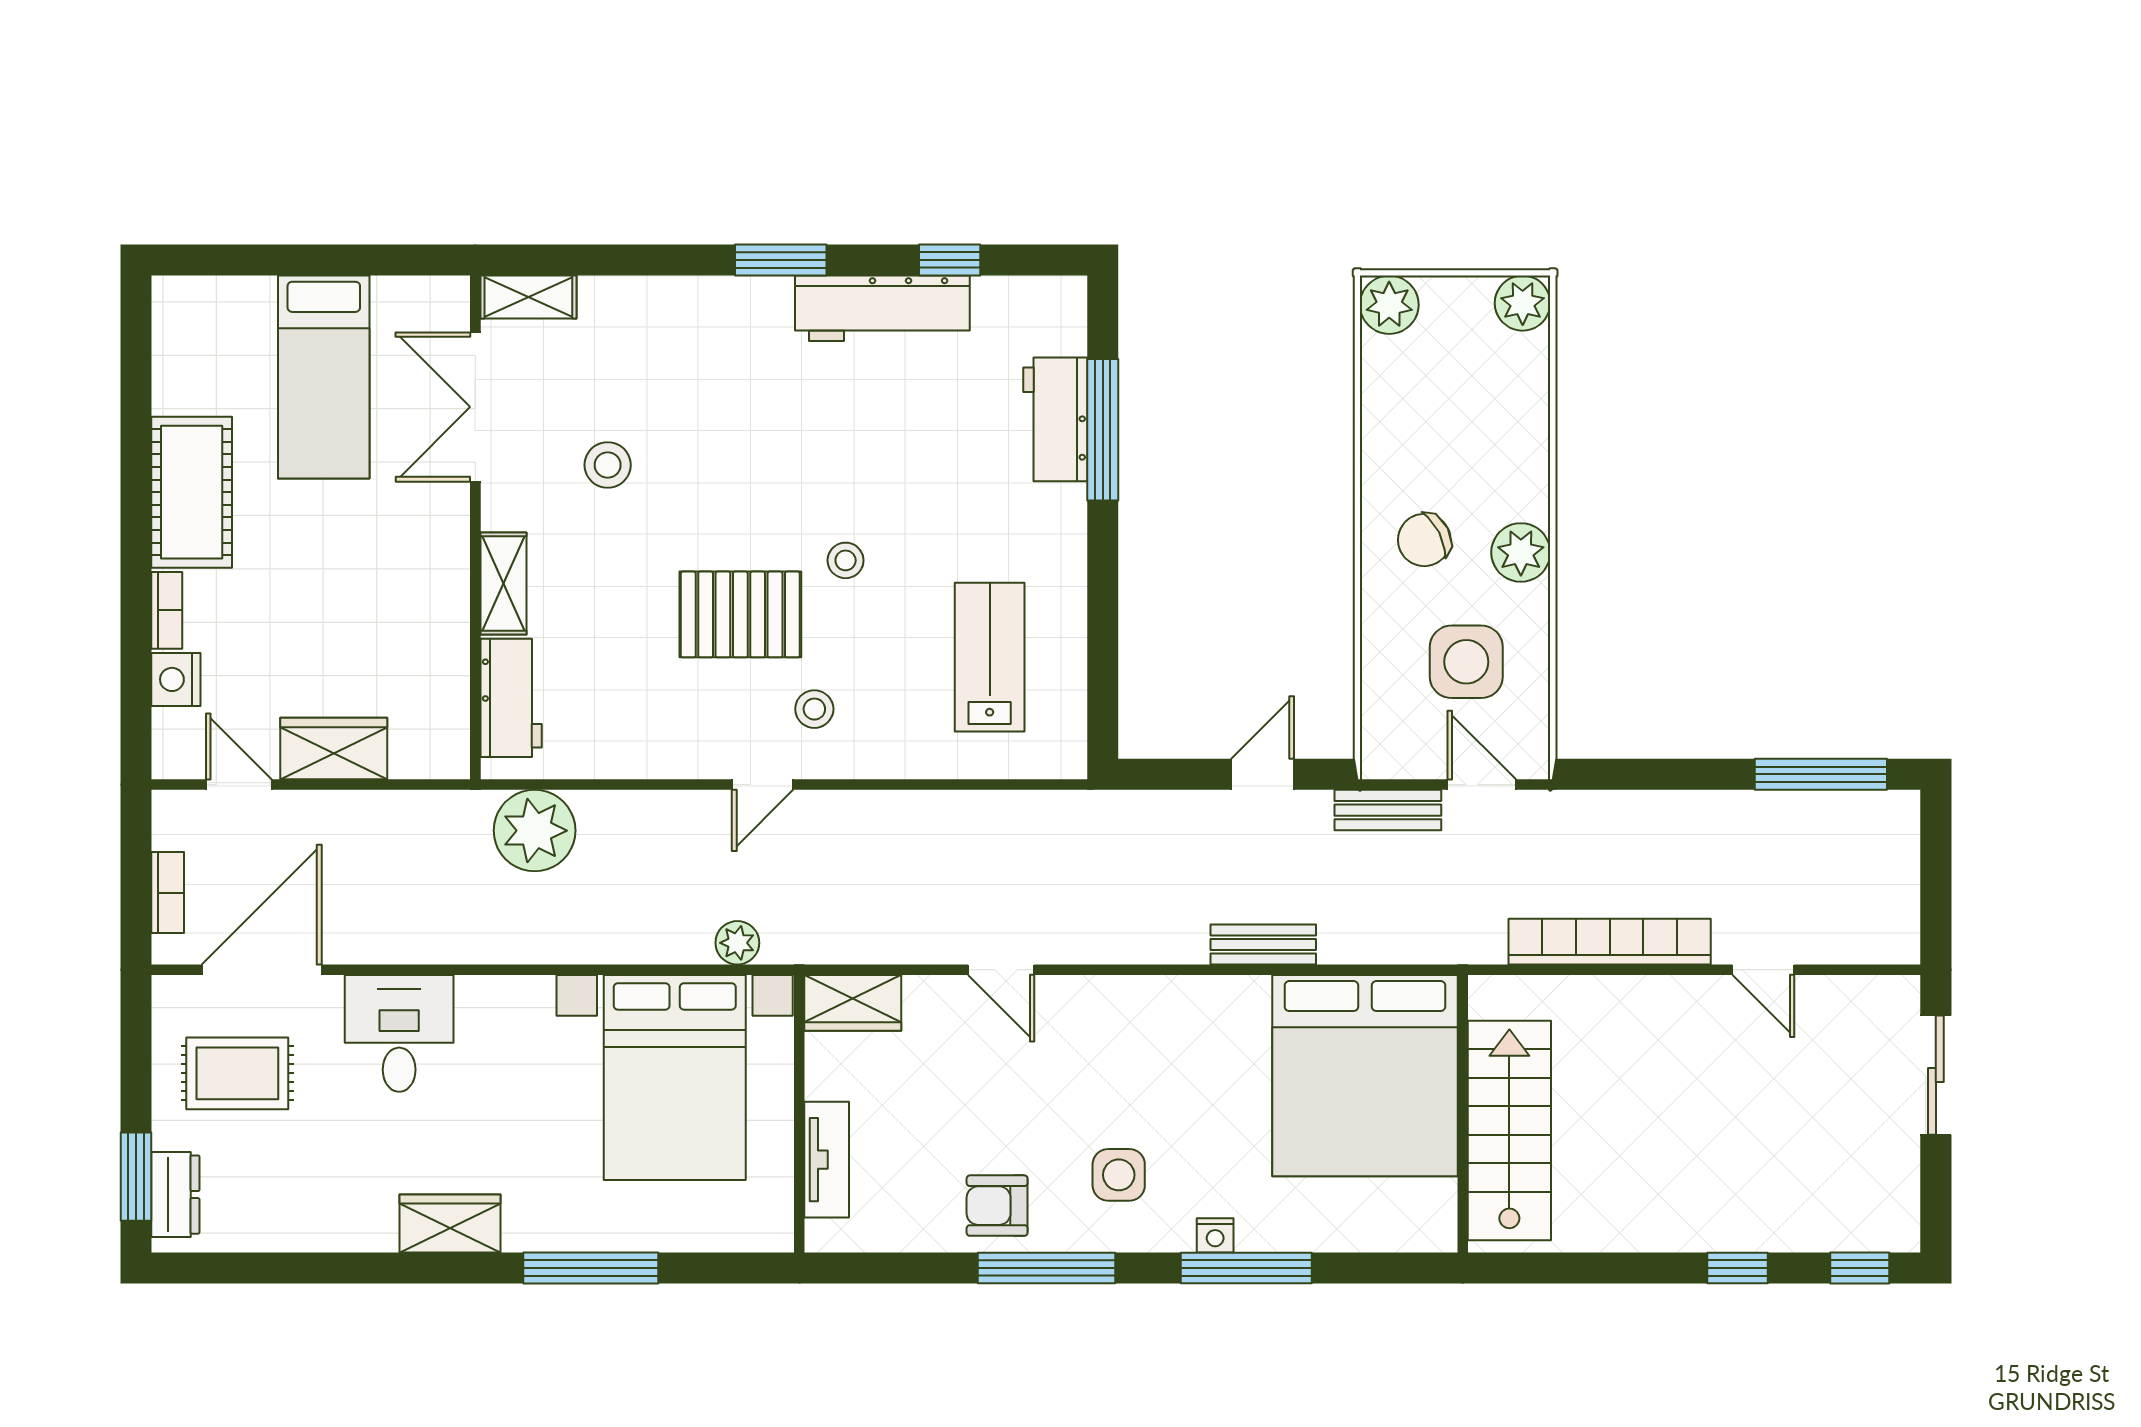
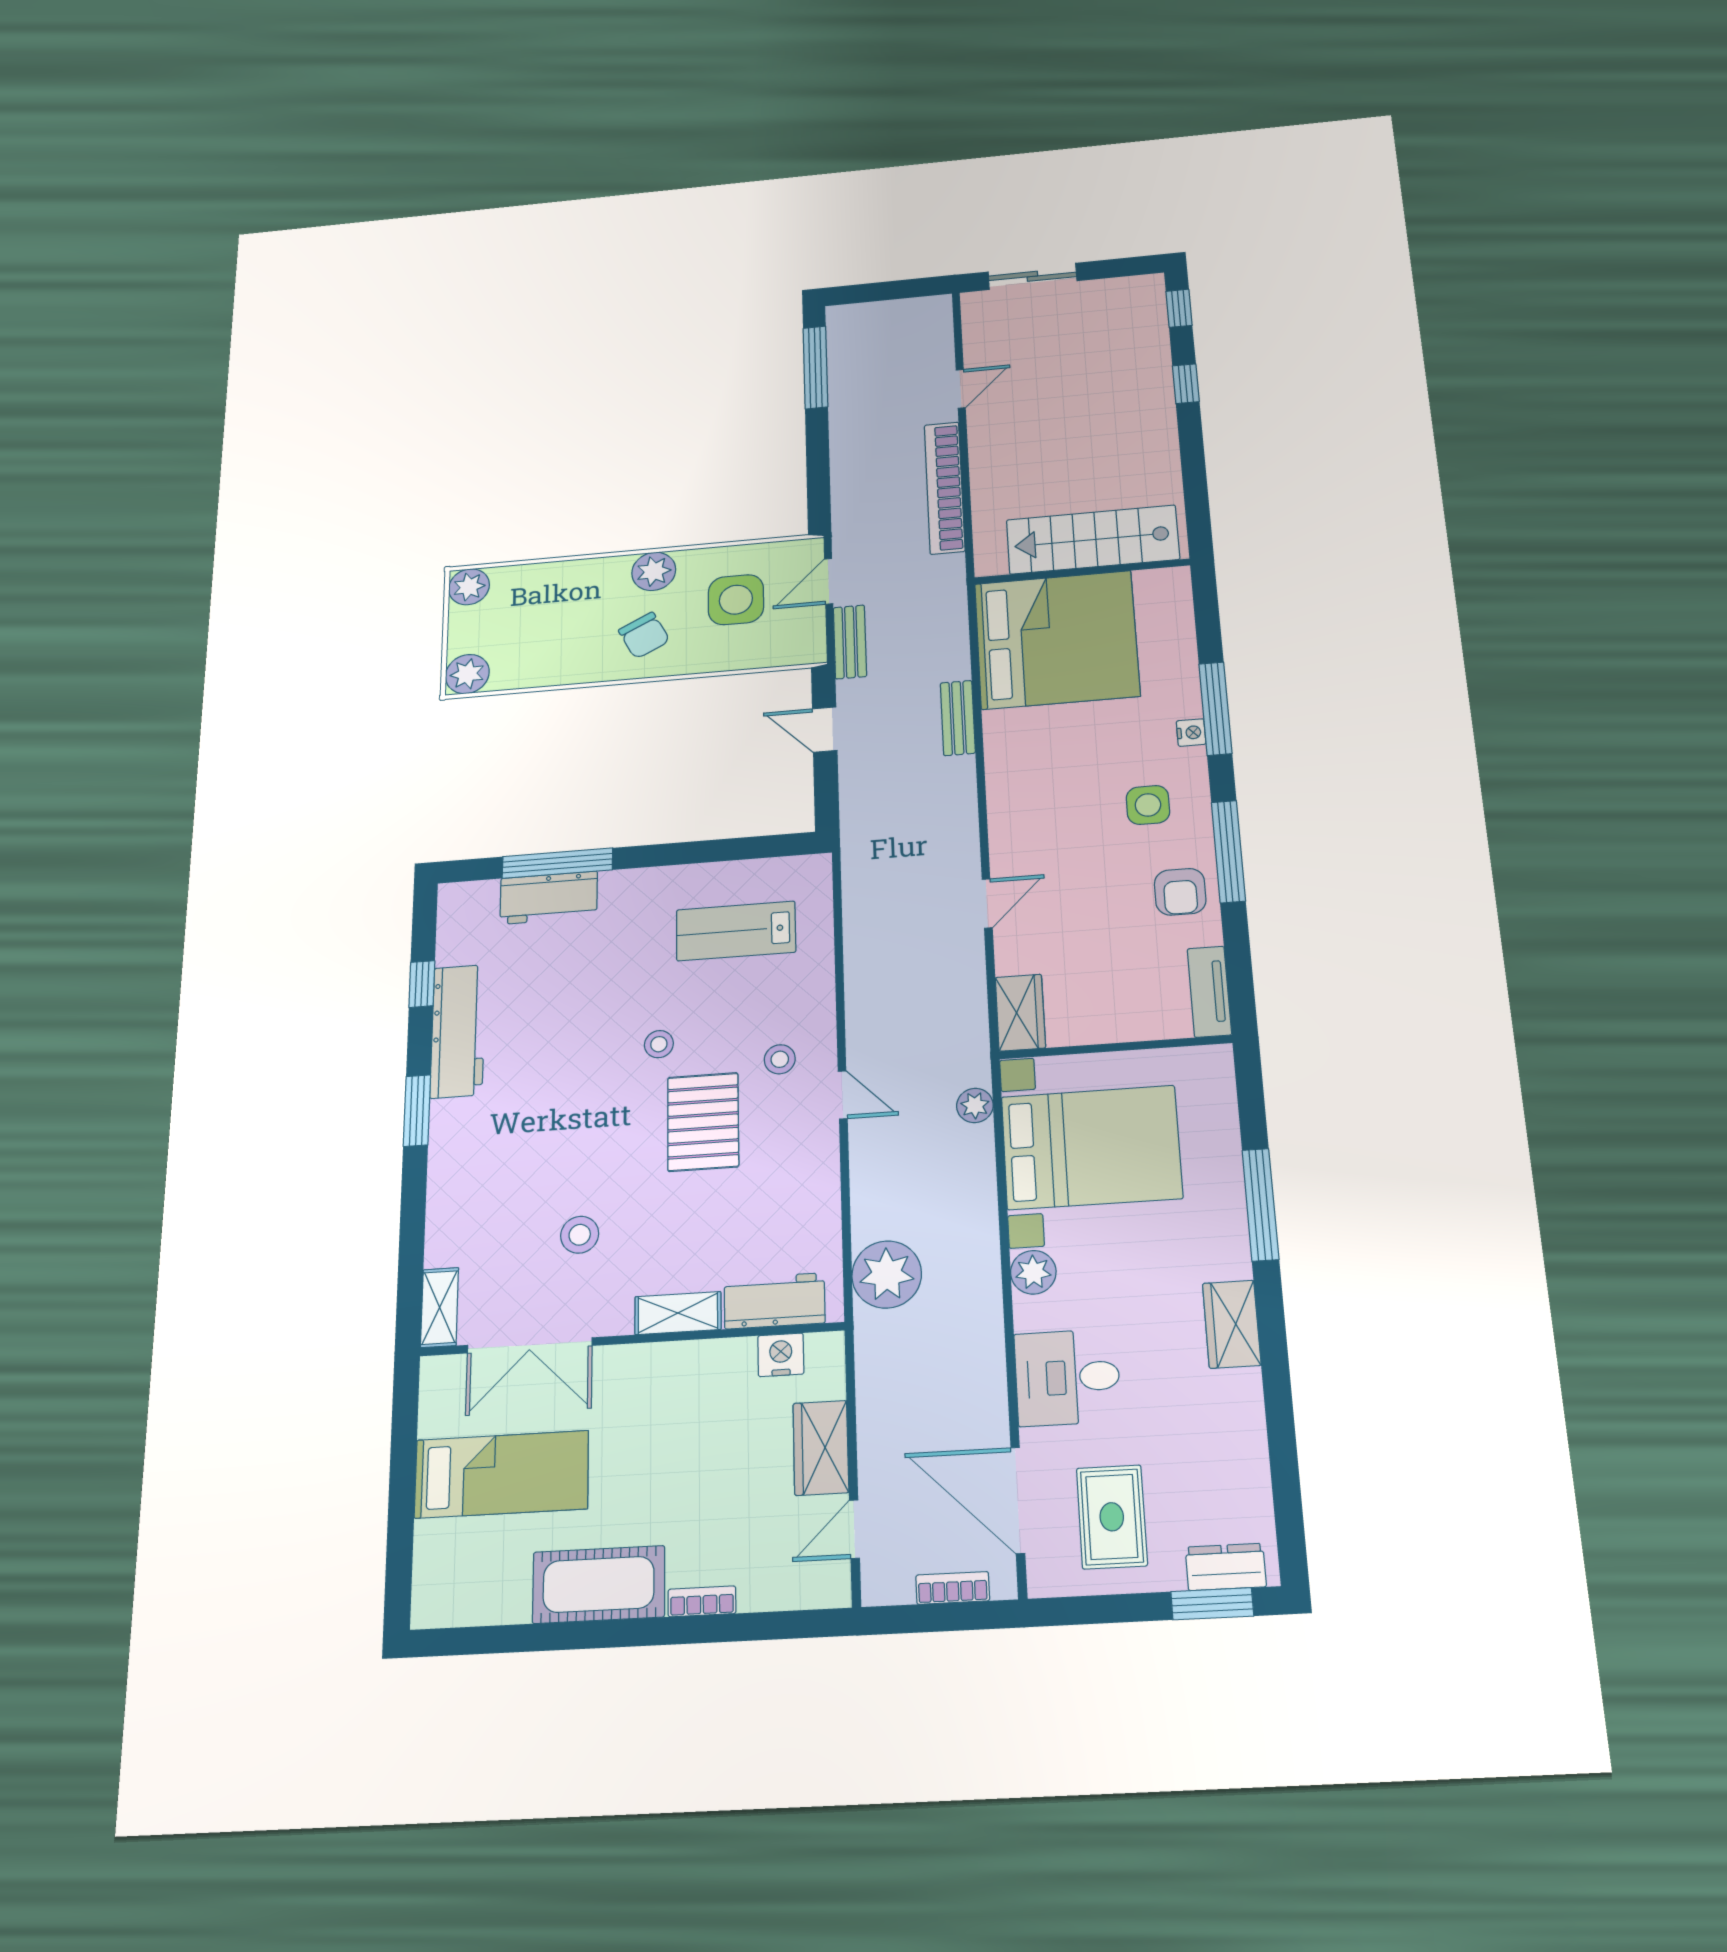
nightstand: (176, 679) -> (781, 1355), moved, turned 180
plant: (526, 1001) -> (1033, 1272), added
tv unit: (827, 1160) -> (1209, 992), moved, turned -90

